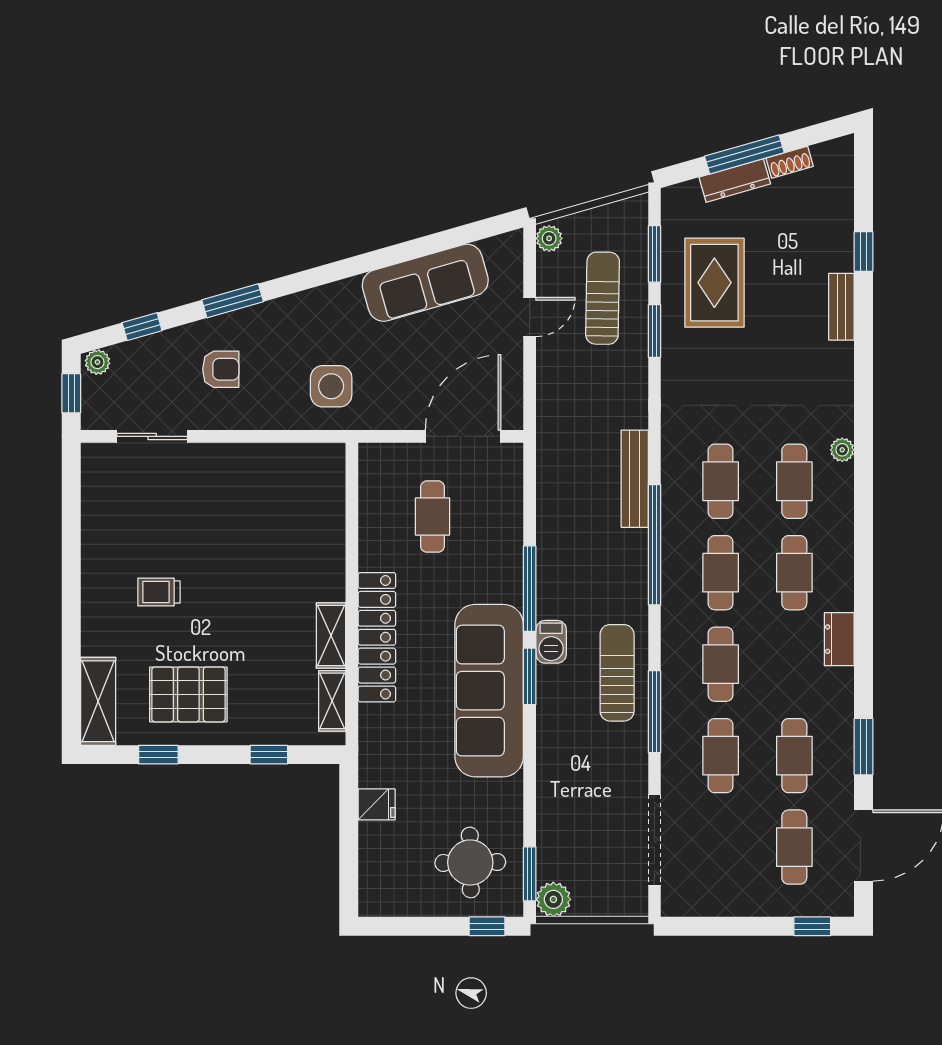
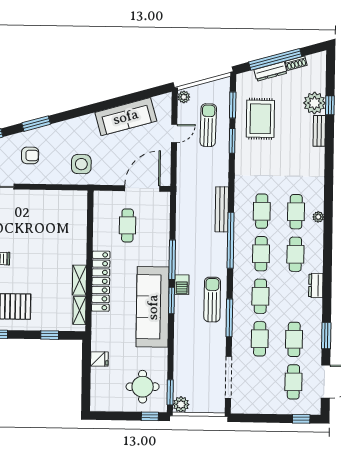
window: (744, 154) -> (275, 59), width x1.46
plant: (830, 247) -> (314, 103), added
plant: (842, 450) -> (318, 217), moved

